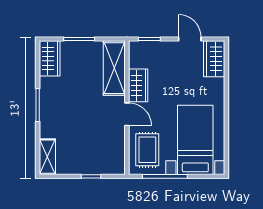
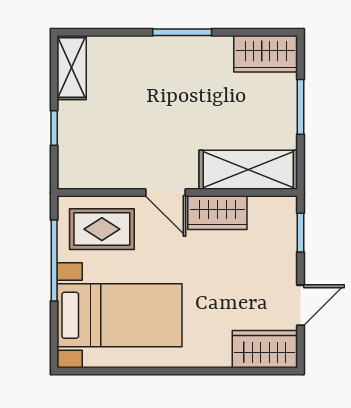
door: (127, 114) -> (166, 192), hinge flipped
shelving: (47, 157) -> (72, 68), moved, turned 90

